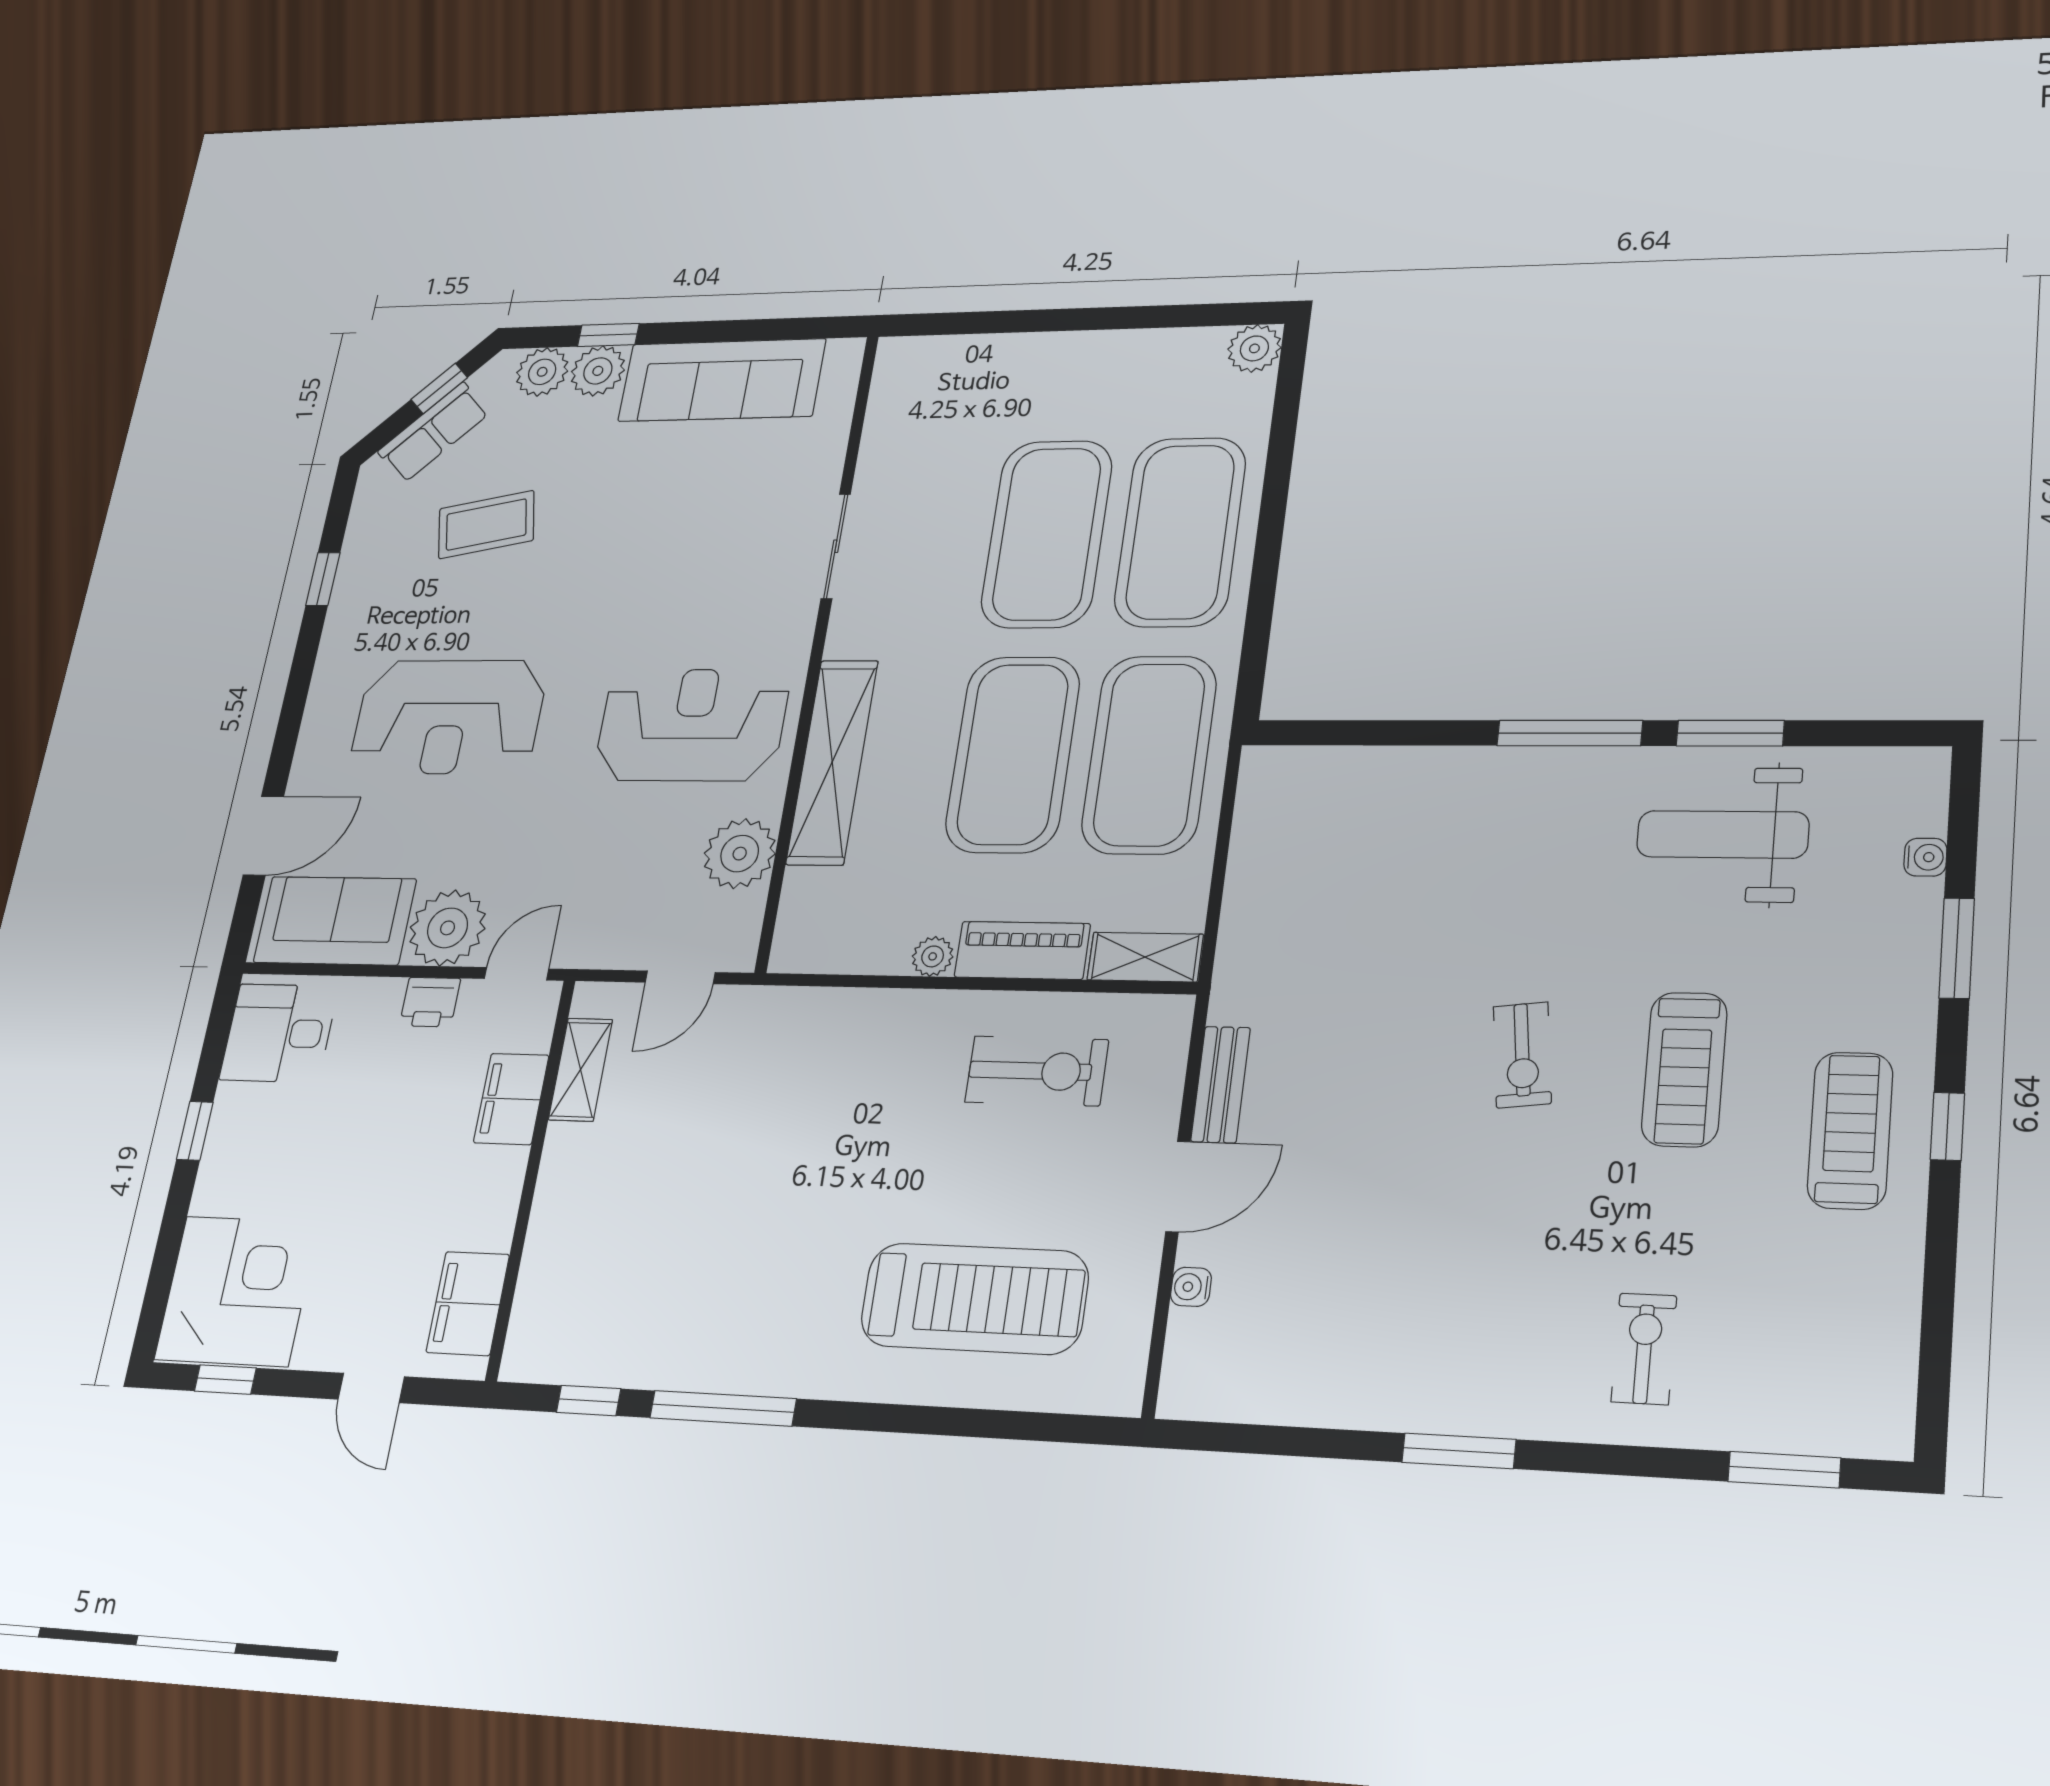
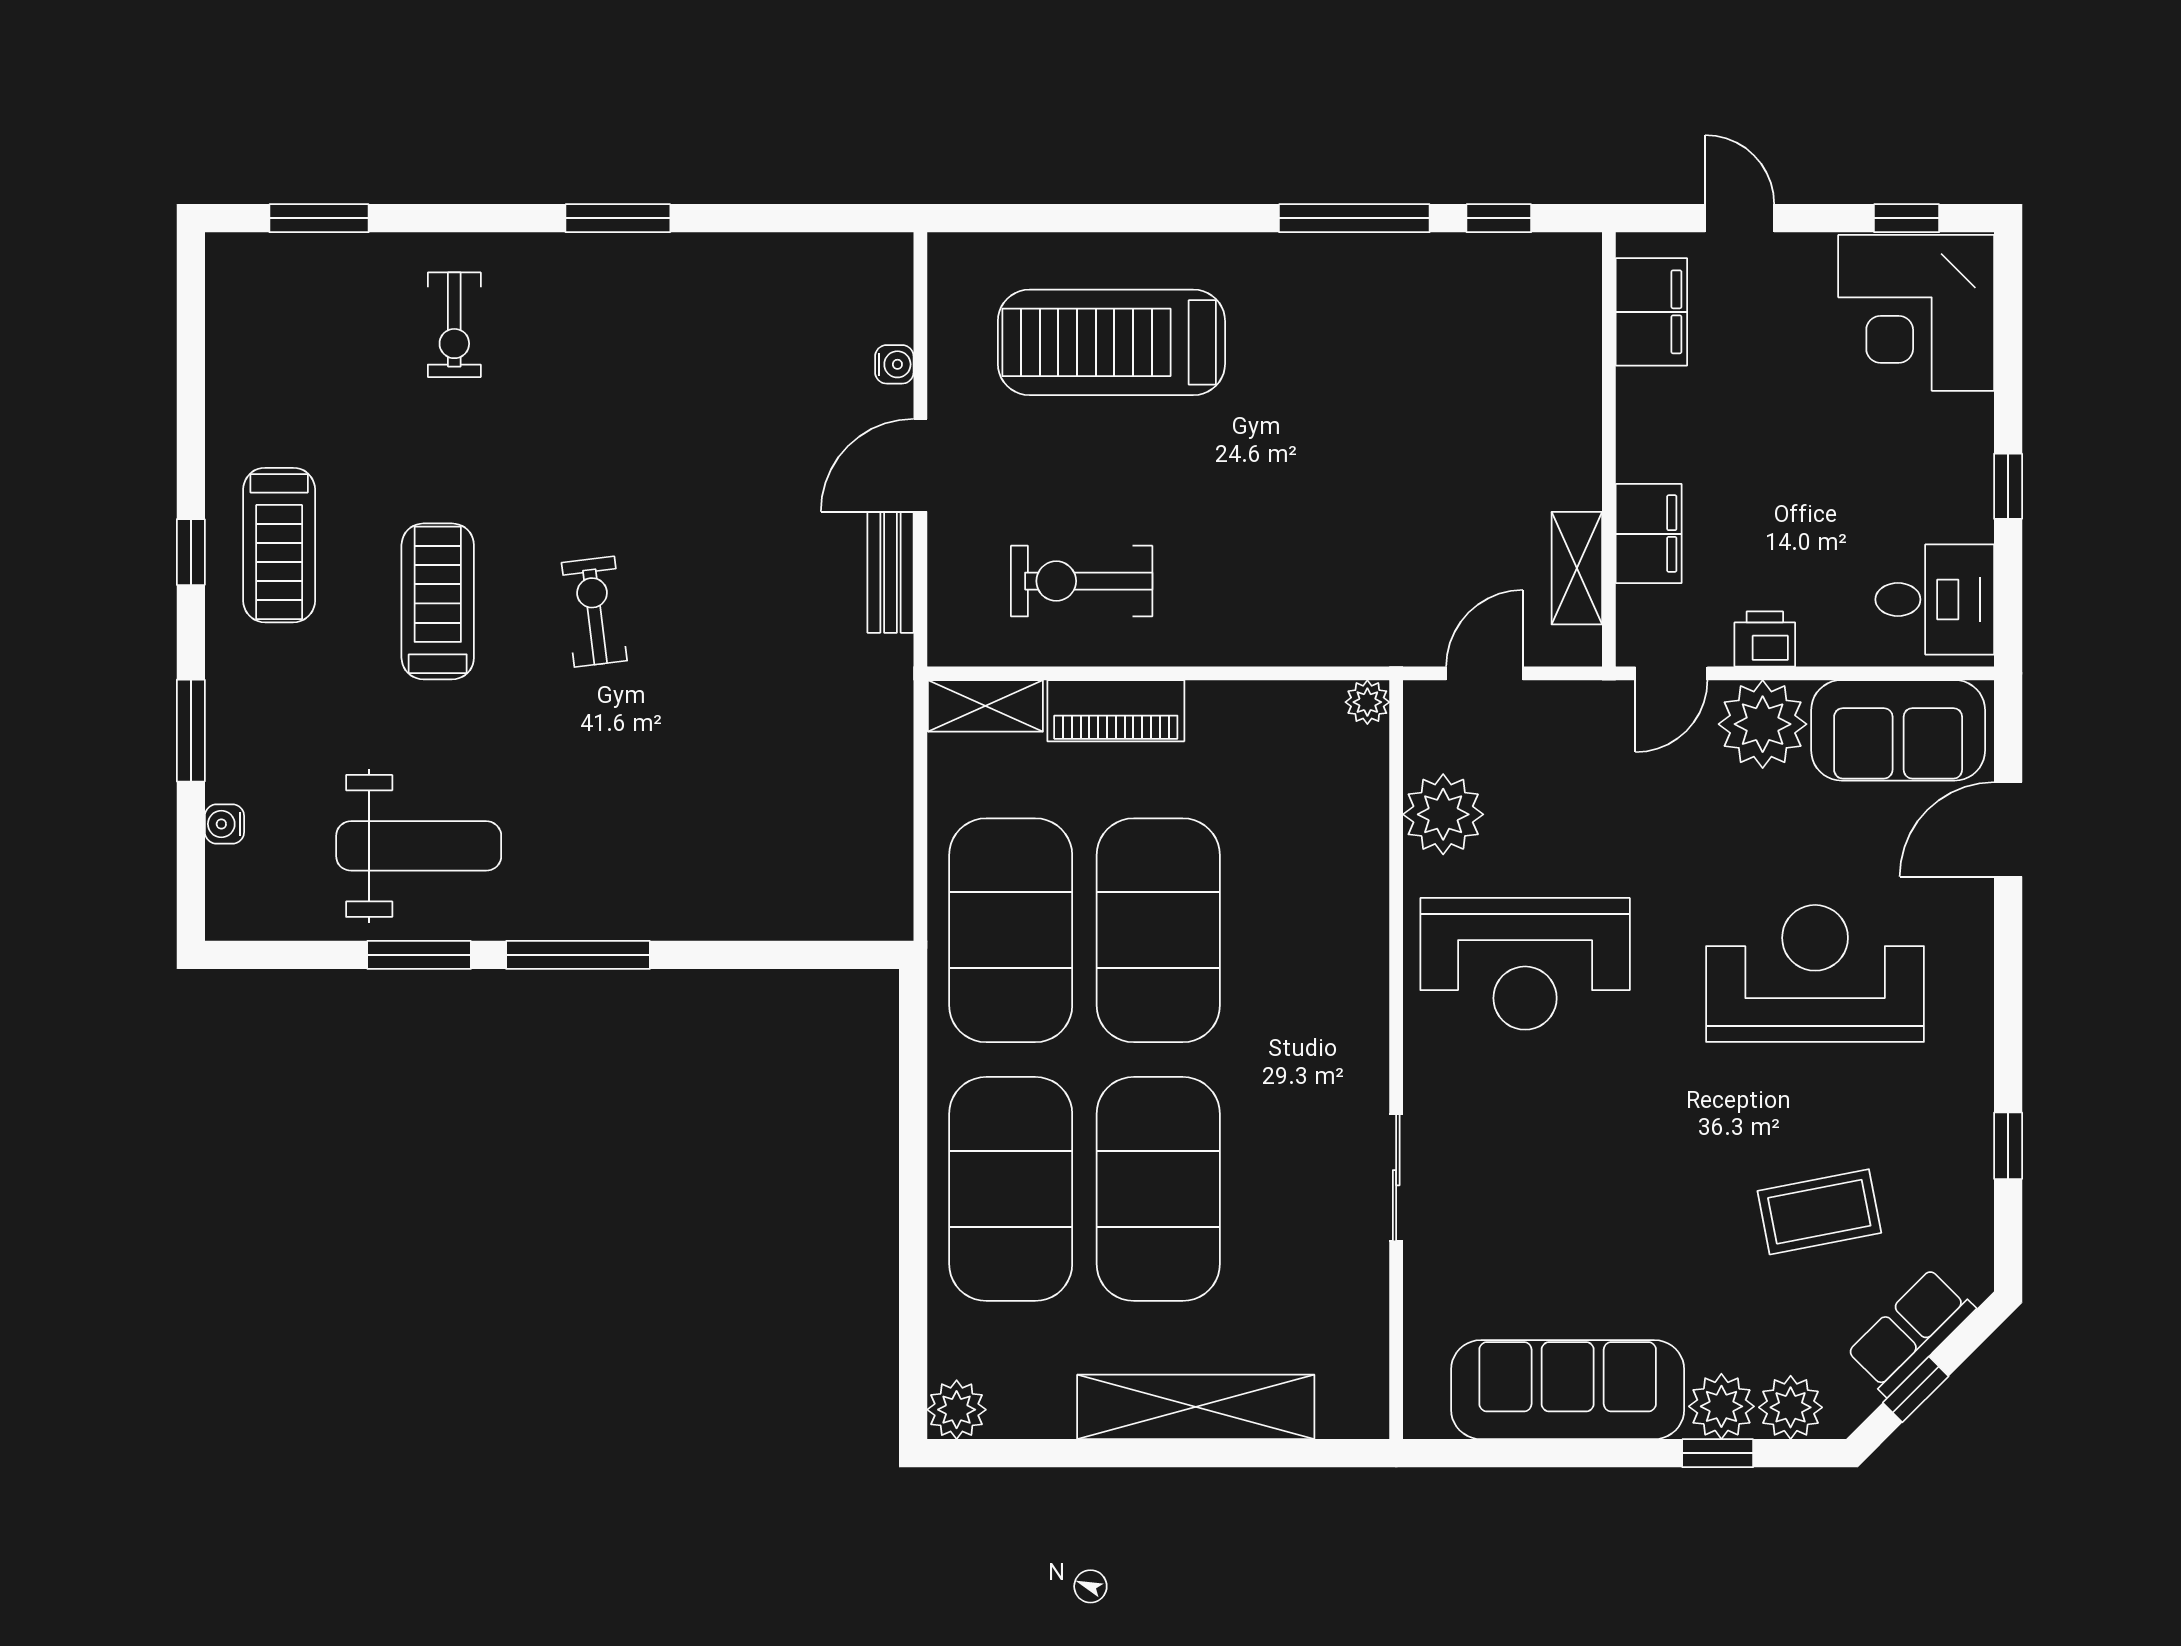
shelving: (832, 762) -> (1196, 1407), moved, turned 90
plant: (933, 956) -> (1367, 702), moved

